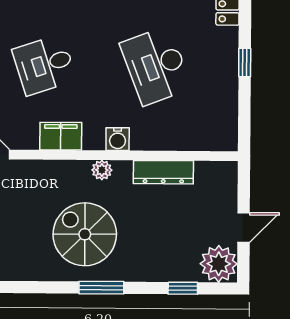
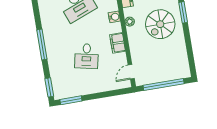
desk: (44, 65) -> (87, 56), turned 30

